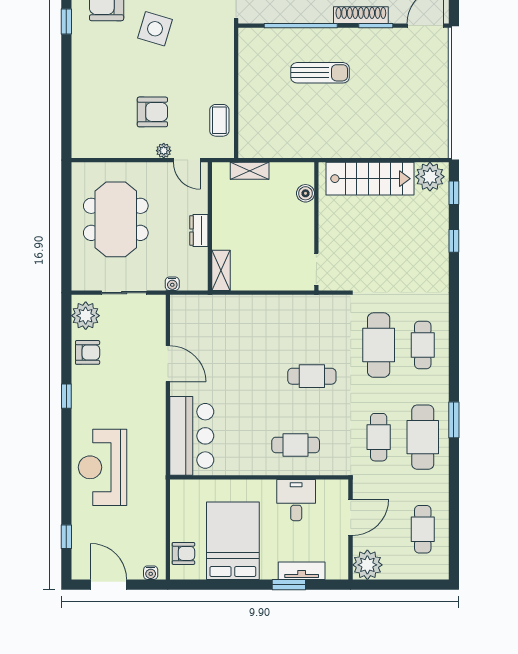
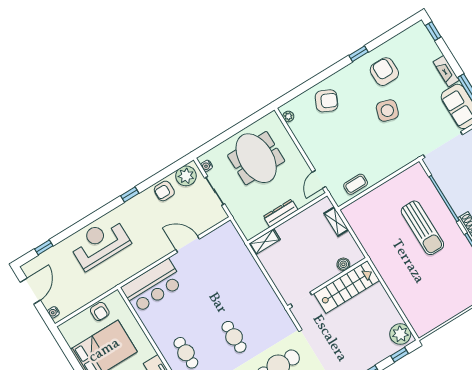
sun lounger: (320, 73) -> (422, 228), width x1.36, depth x1.34
armchair: (152, 112) -> (327, 101), moved, turned -65
plant: (164, 151) -> (288, 116), moved
stairs: (370, 179) -> (347, 287), moved, turned -90
meeting table: (116, 219) -> (256, 158), turned 90
dresser: (199, 230) -> (281, 213), width x1.44
water cooler: (172, 284) -> (207, 166), moved
armchair: (88, 352) -> (164, 191), turned 90
door: (168, 364) -> (188, 244), swing flipped
armchair: (183, 553) -> (100, 311), moved

